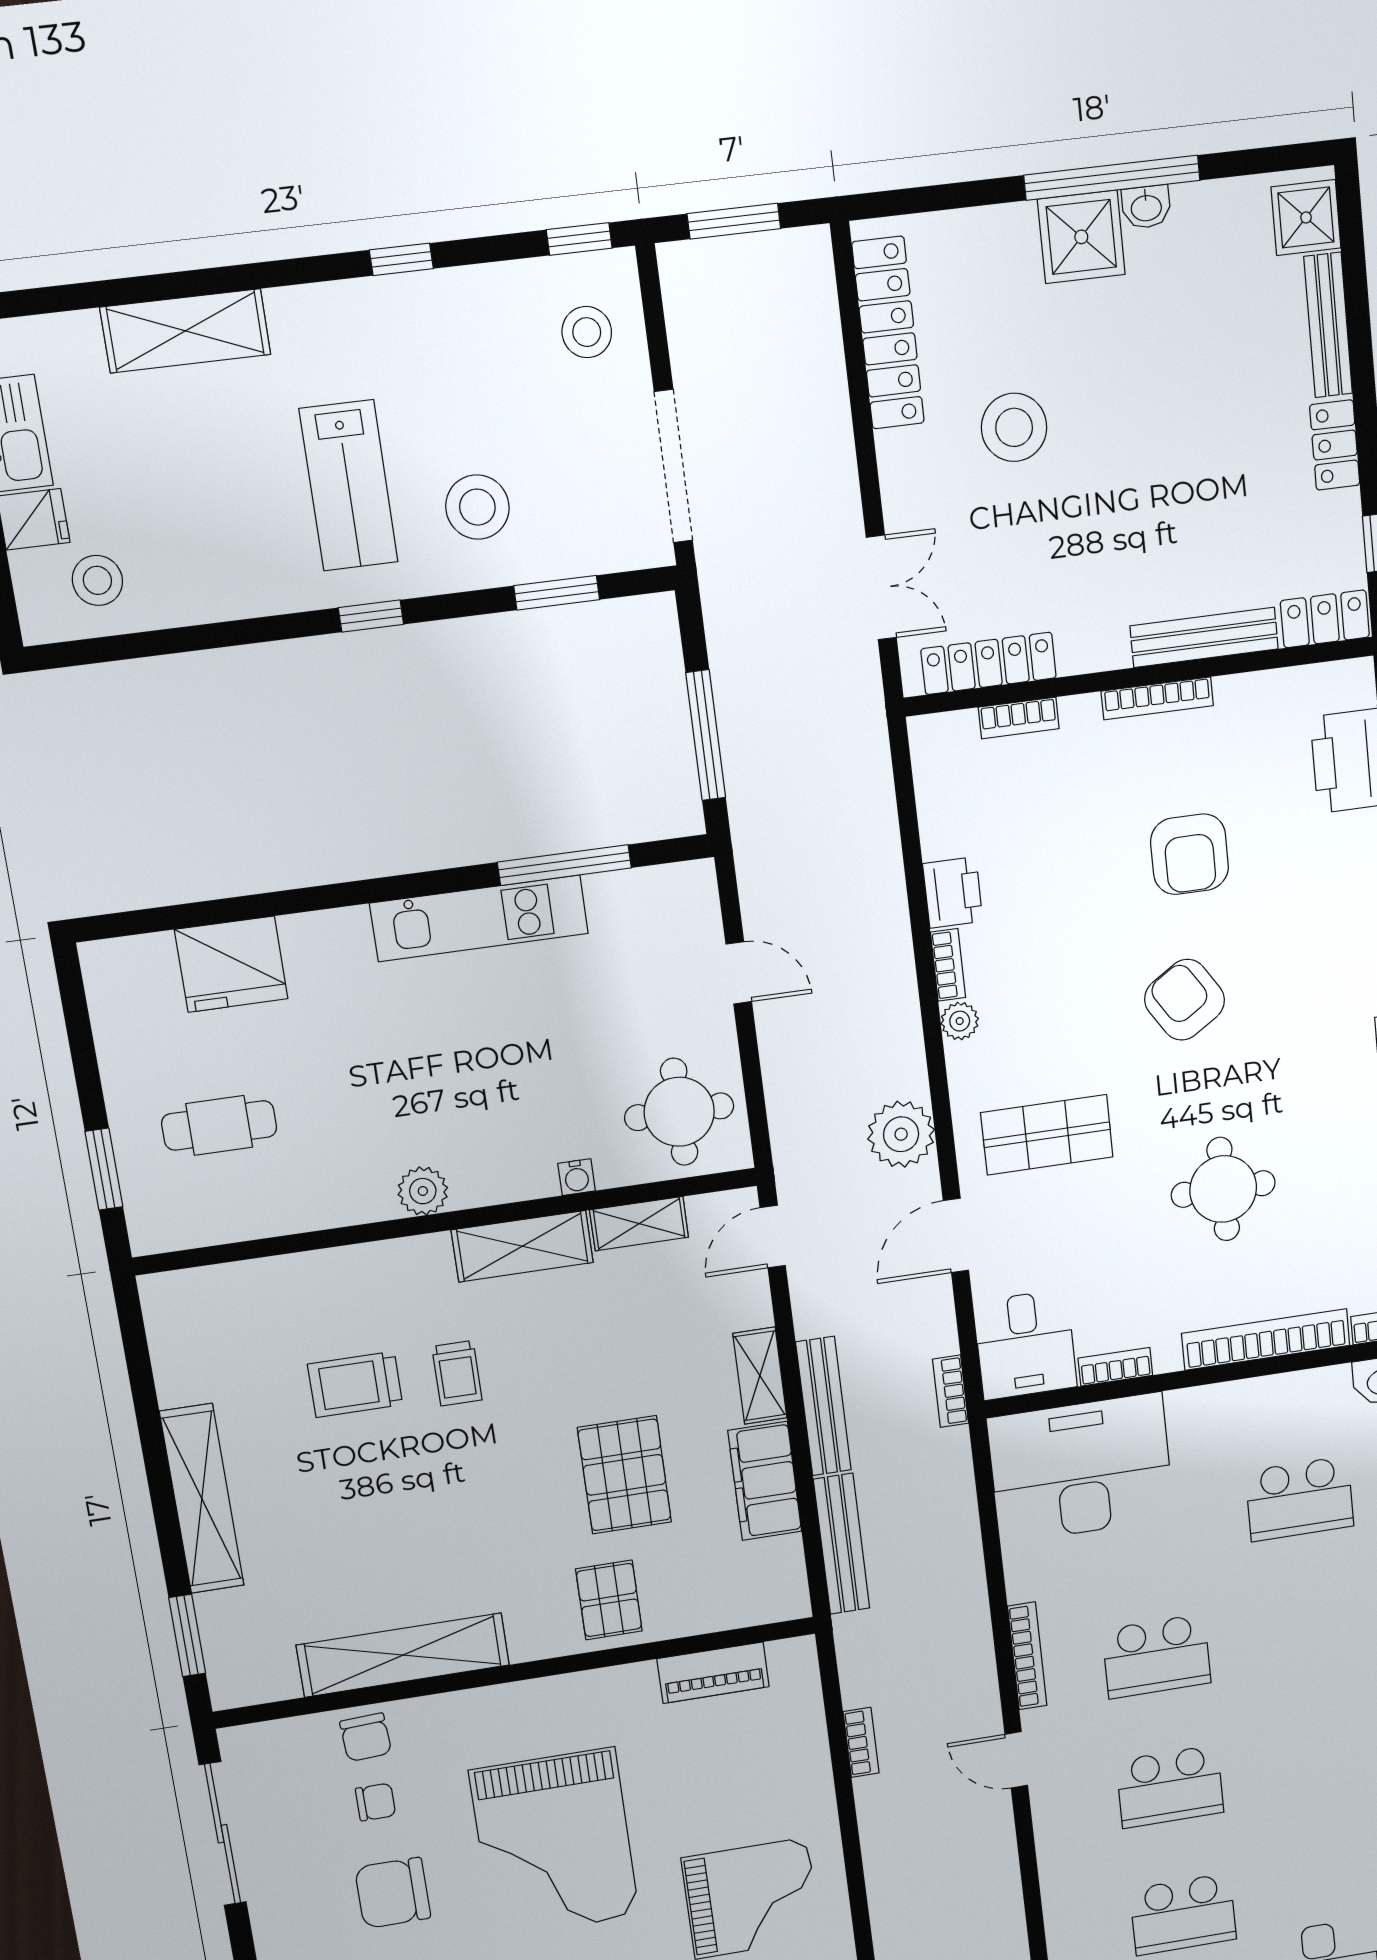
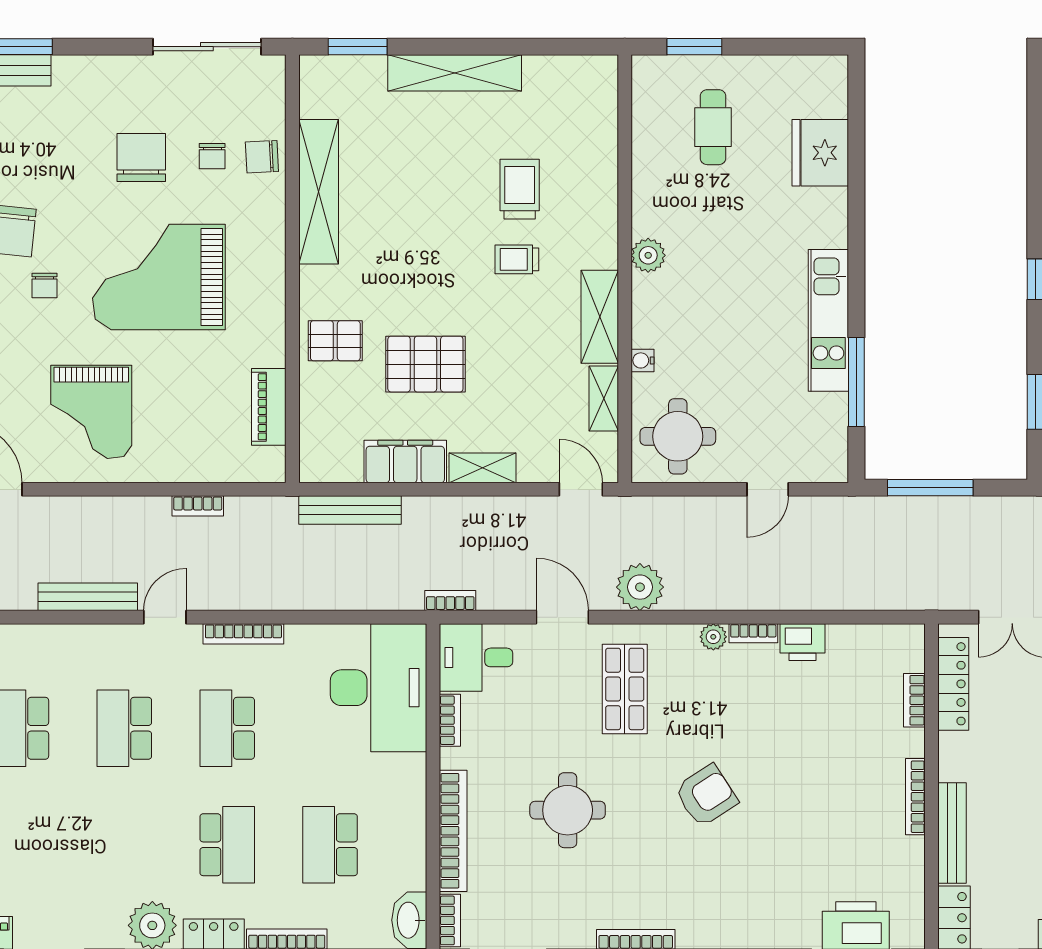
armchair: (1190, 854) -> (807, 809), removed
bench: (823, 1406) -> (88, 597), moved
school desk: (1312, 1631) -> (227, 845), added

